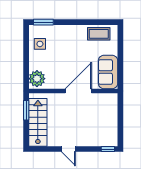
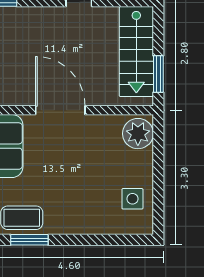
window: (43, 22) -> (29, 240), moved
door: (78, 91) -> (60, 110), swing flipped

